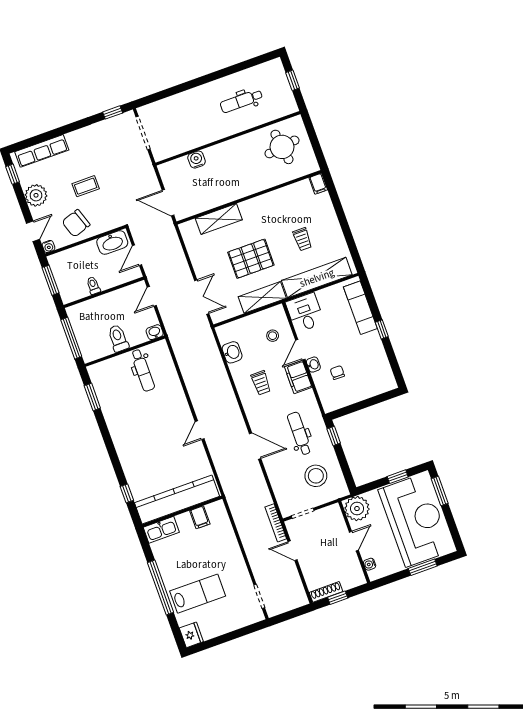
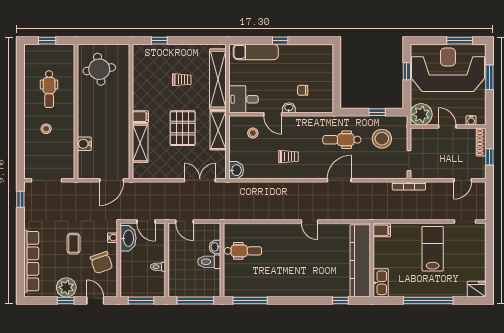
stool: (198, 113) -> (46, 129), added
row of seats: (42, 151) -> (31, 261), width x1.36
window: (13, 174) -> (66, 301), moved
filing cabinet: (318, 184) -> (140, 117), moved
window: (336, 200) -> (159, 41), added
water cooler: (49, 247) -> (112, 238), moved
washbasin: (155, 332) -> (215, 247), moved
washbasin: (232, 352) -> (236, 170), moved, turned 90
filing cabinet: (298, 377) -> (295, 124), removed
window: (92, 397) -> (250, 301), width x1.44
window: (334, 436) -> (377, 112), moved
window: (440, 491) -> (460, 41), moved
filing cabinet: (200, 517) -> (382, 230), moved
door: (293, 551) -> (463, 180), moved
shoe rack: (326, 592) -> (481, 142), moved
lab bench: (198, 594) -> (433, 249), moved

